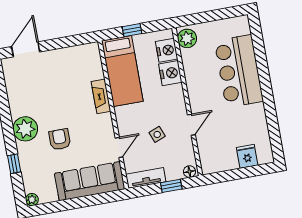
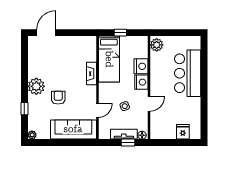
nightstand: (167, 50) -> (141, 82), moved
tv unit: (146, 178) -> (124, 134), moved

